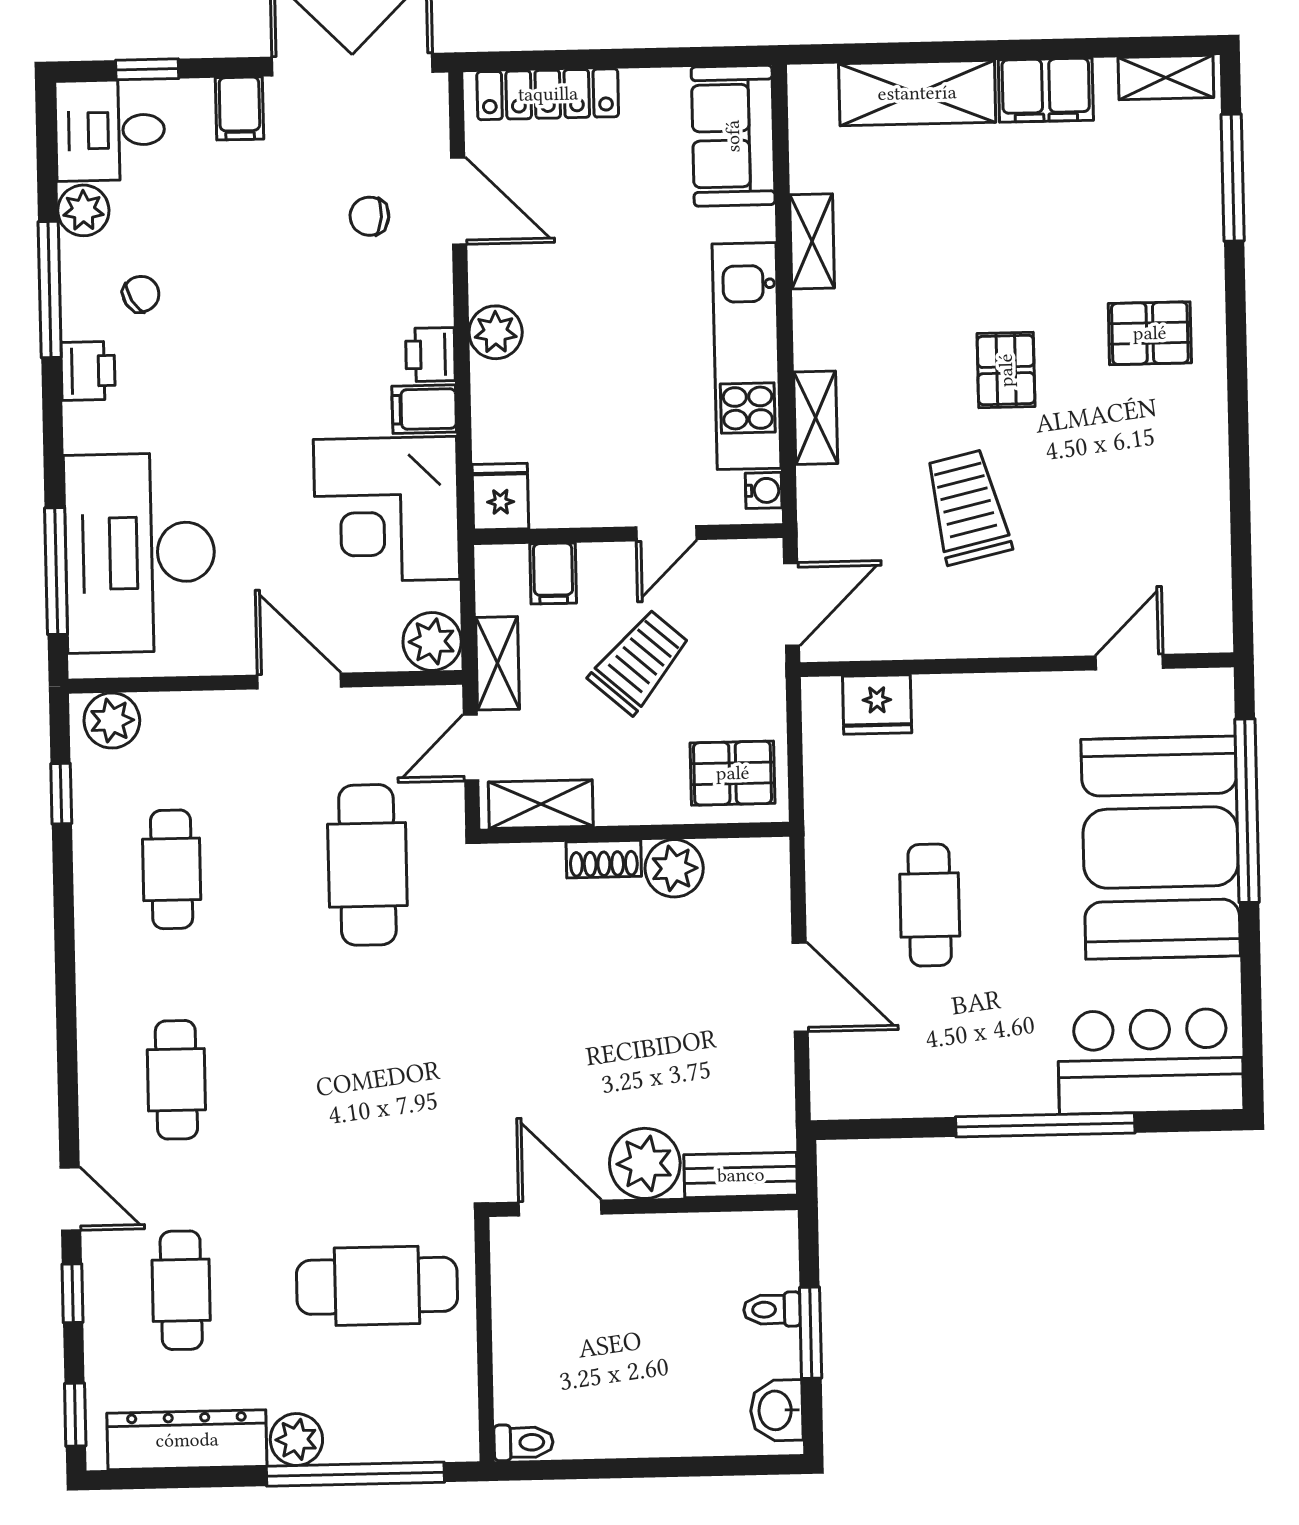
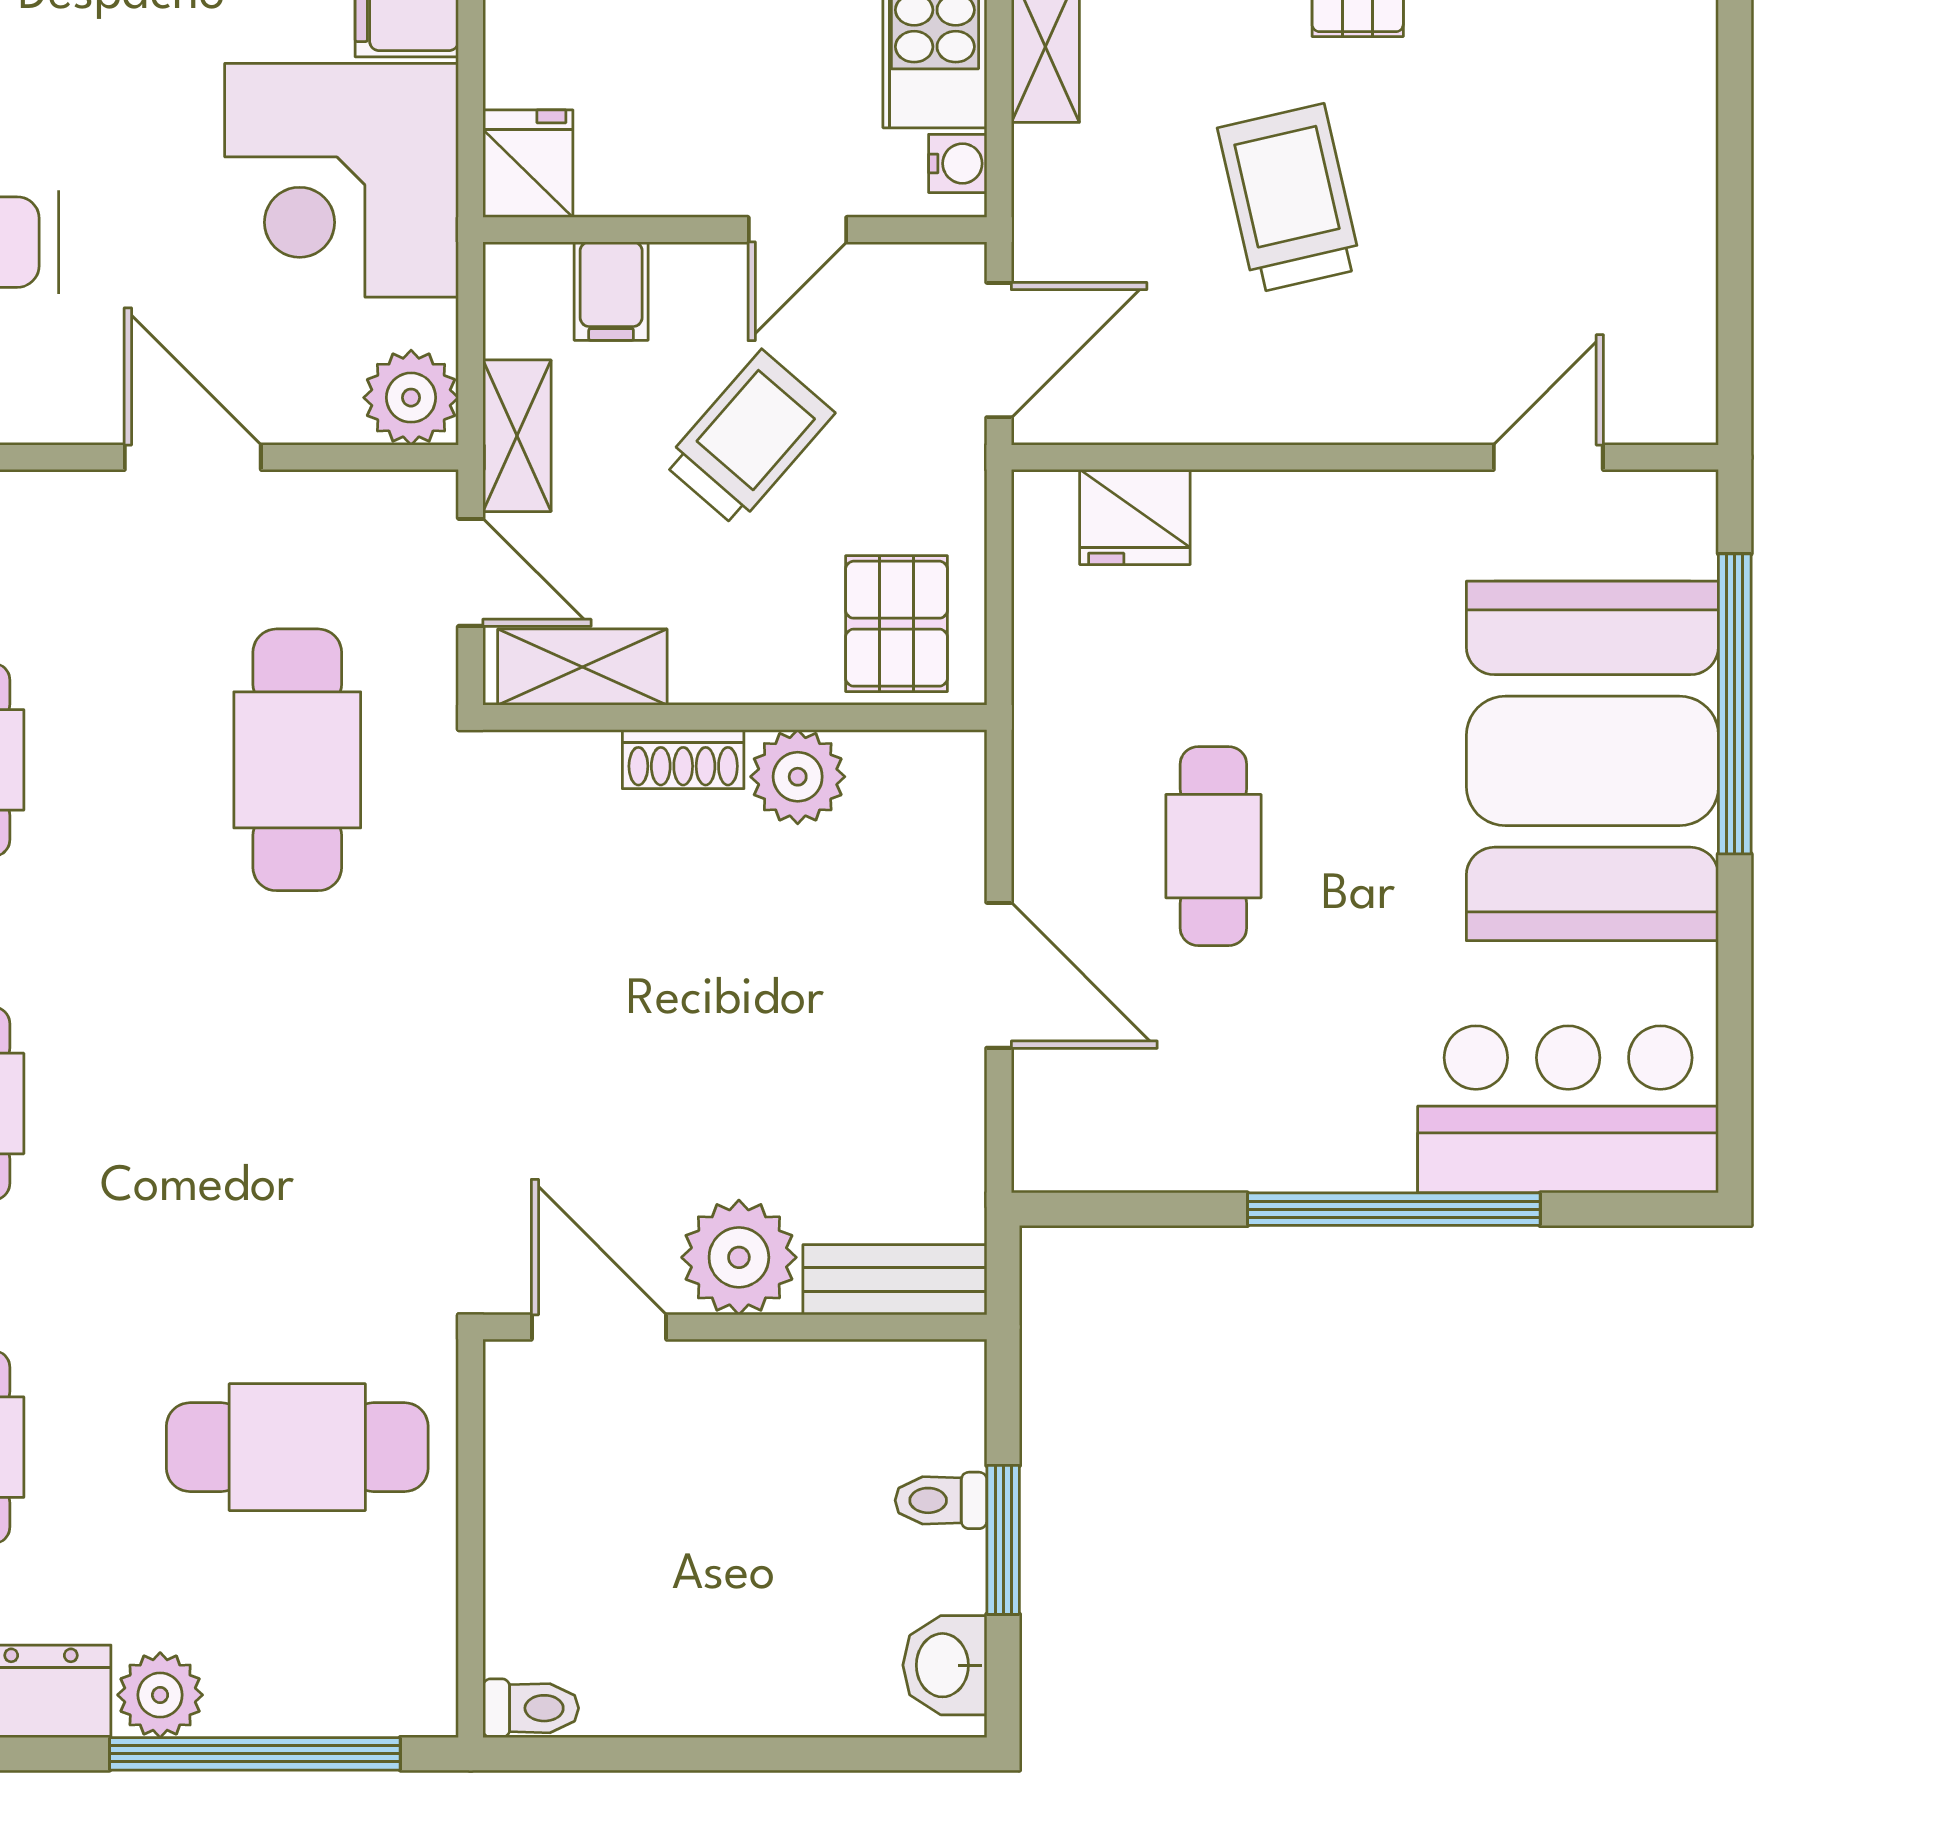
door: (471, 748) -> (471, 572), swing flipped
pallet: (733, 773) -> (897, 624), turned 90

